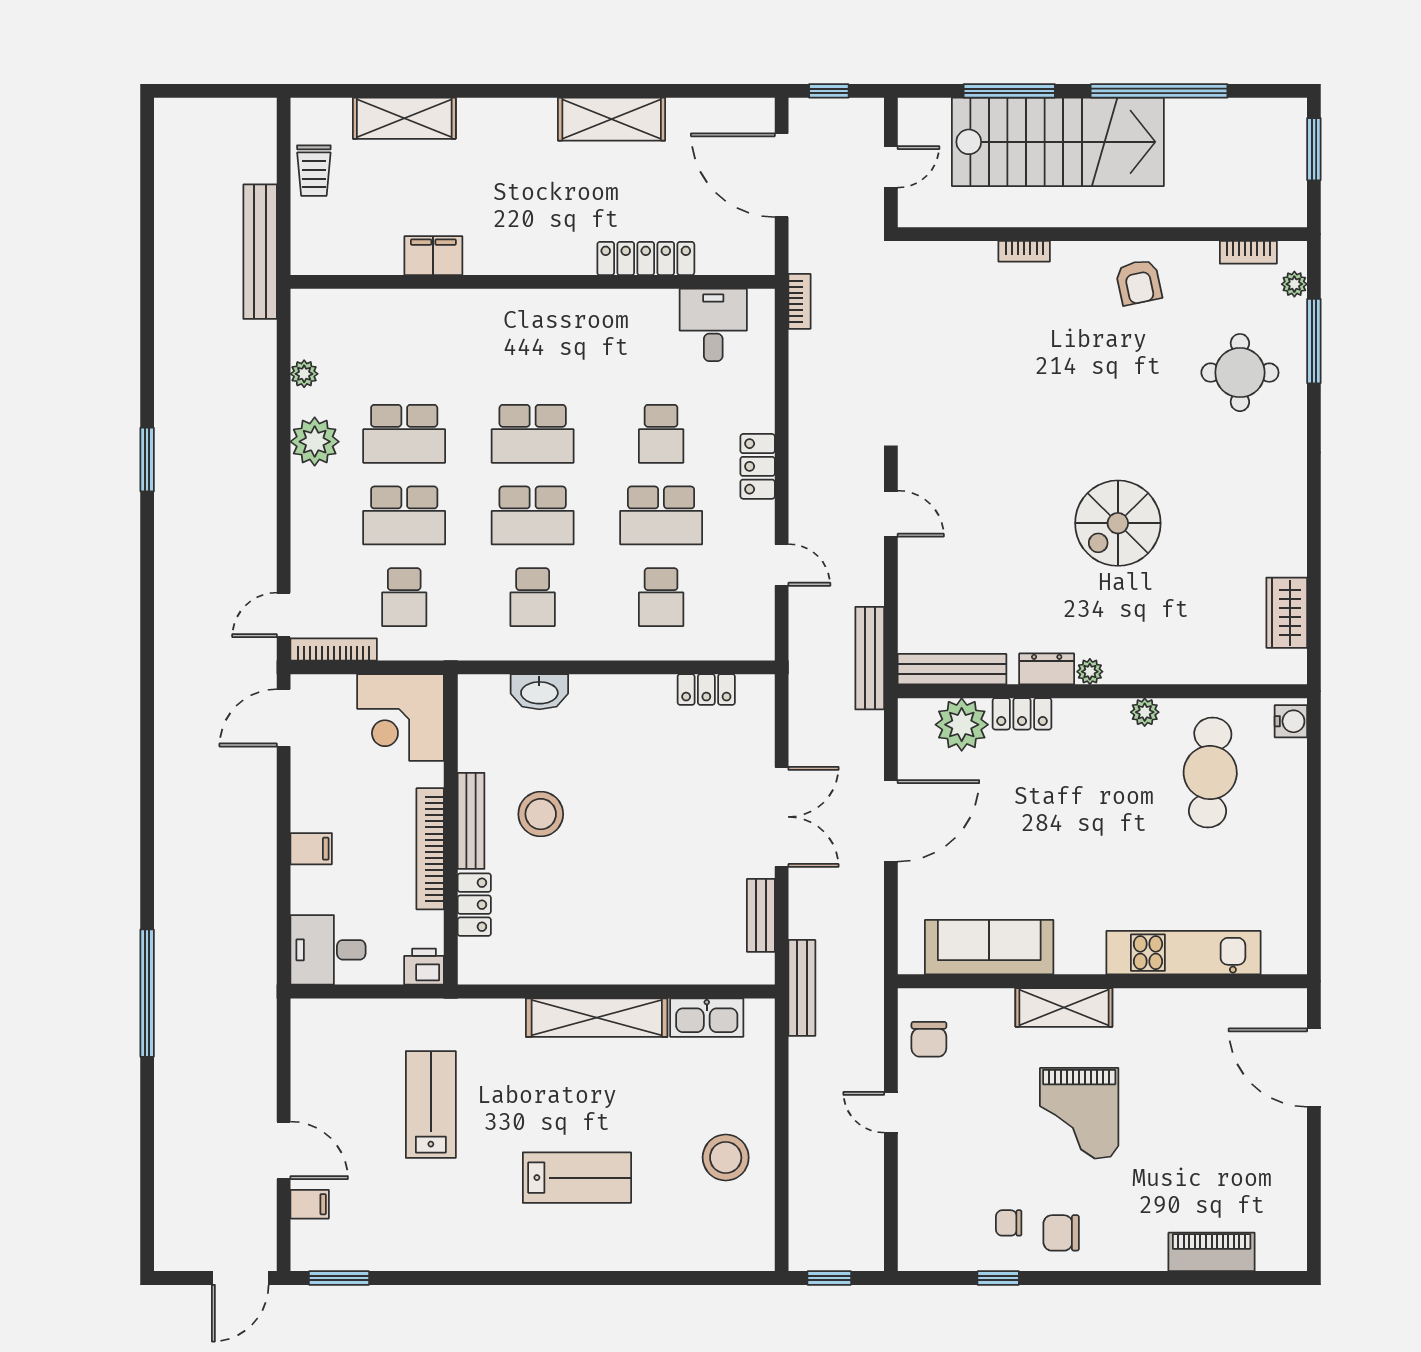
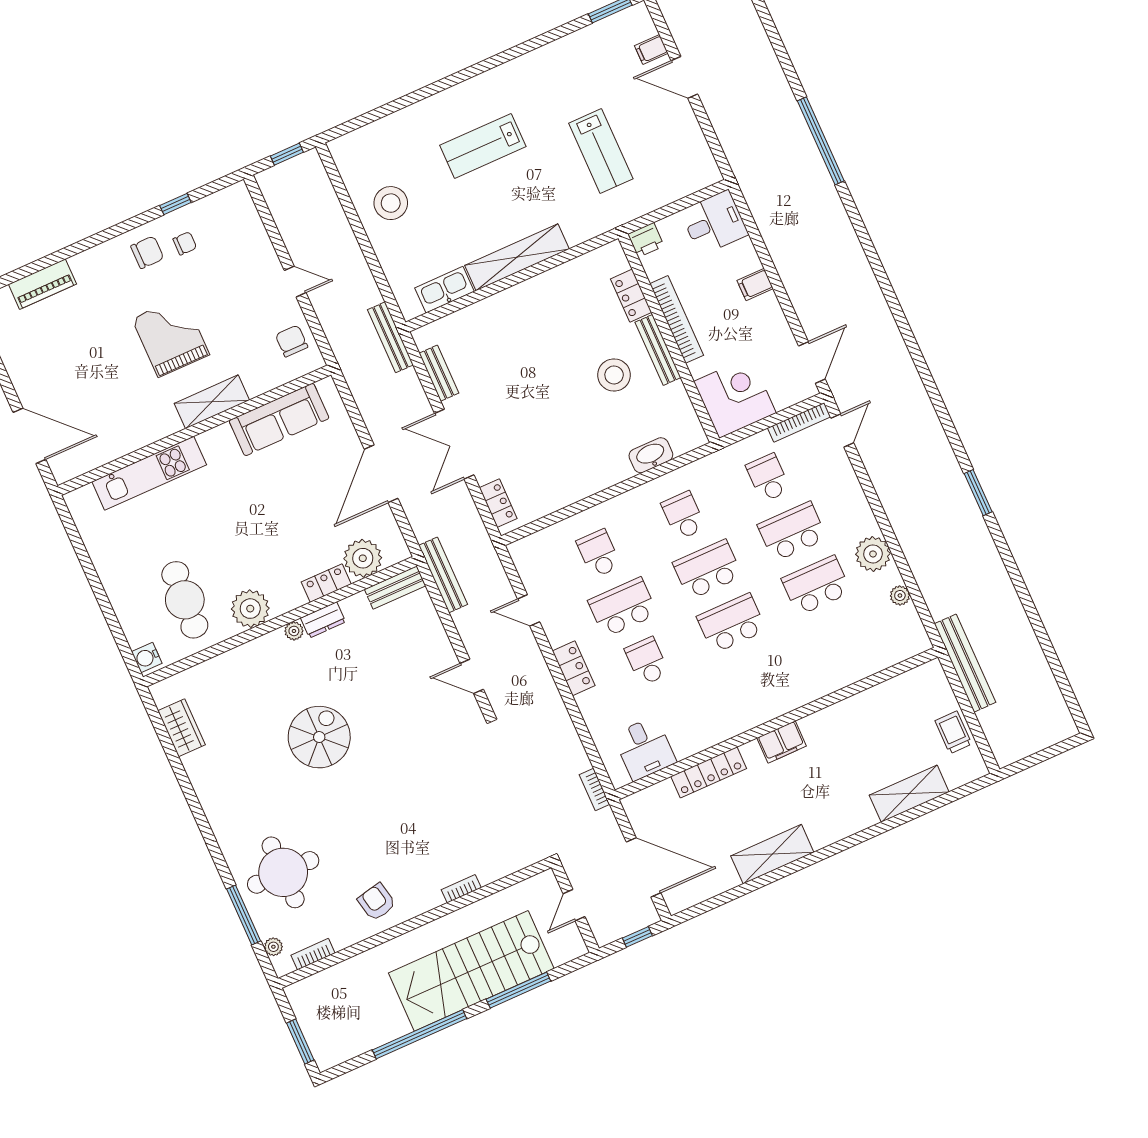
filing cabinet: (433, 256) -> (782, 742), moved
round table: (1240, 373) -> (283, 872), width x1.36, depth x1.36
bench: (952, 669) -> (395, 588), width x0.73
locker: (706, 690) -> (498, 503), moved, turned 90
plant: (1145, 712) -> (250, 609), width x1.88, depth x1.88

